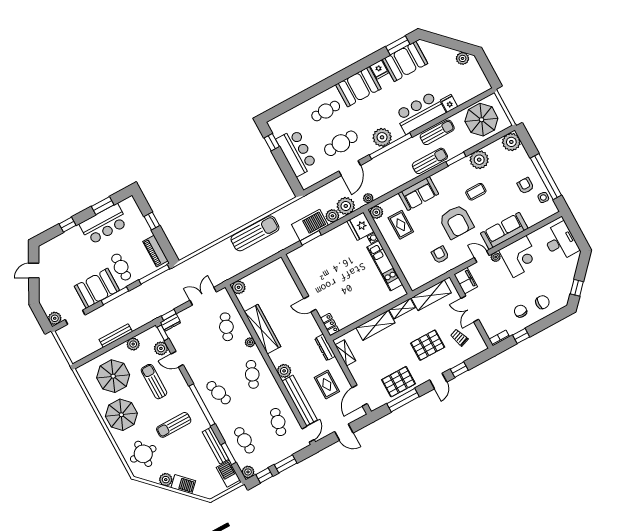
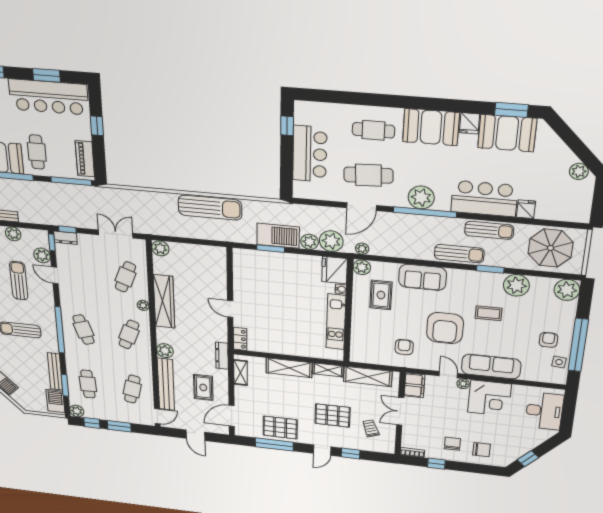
bar counter: (104, 224) -> (49, 97), width x1.36

